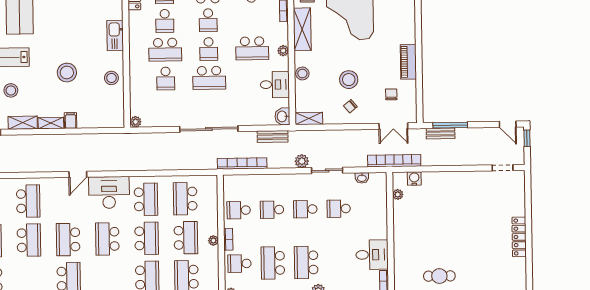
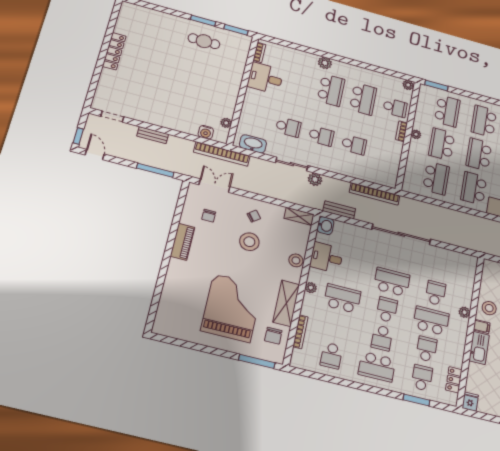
school desk: (208, 20) -> (382, 338), turned 180
filing cabinet: (116, 57) -> (482, 327), added
plant: (136, 122) -> (464, 312), moved
bench: (441, 133) -> (153, 135), moved
washbasin: (362, 178) -> (253, 144), width x1.91, depth x1.45
school desk: (239, 210) -> (386, 153), removed

